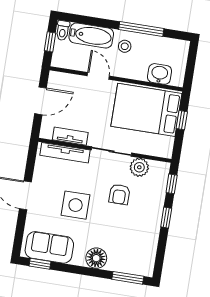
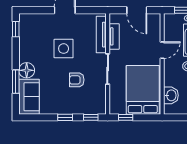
window: (182, 120) -> (126, 117), moved
plant: (139, 167) -> (99, 91), removed
sofa: (49, 247) -> (29, 97), moved
window: (128, 278) -> (16, 82), moved

